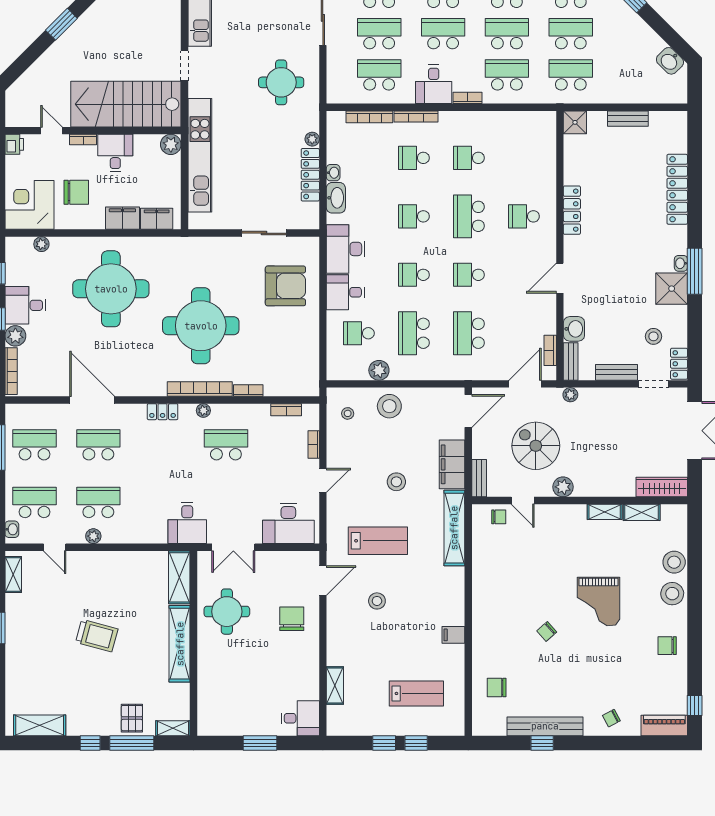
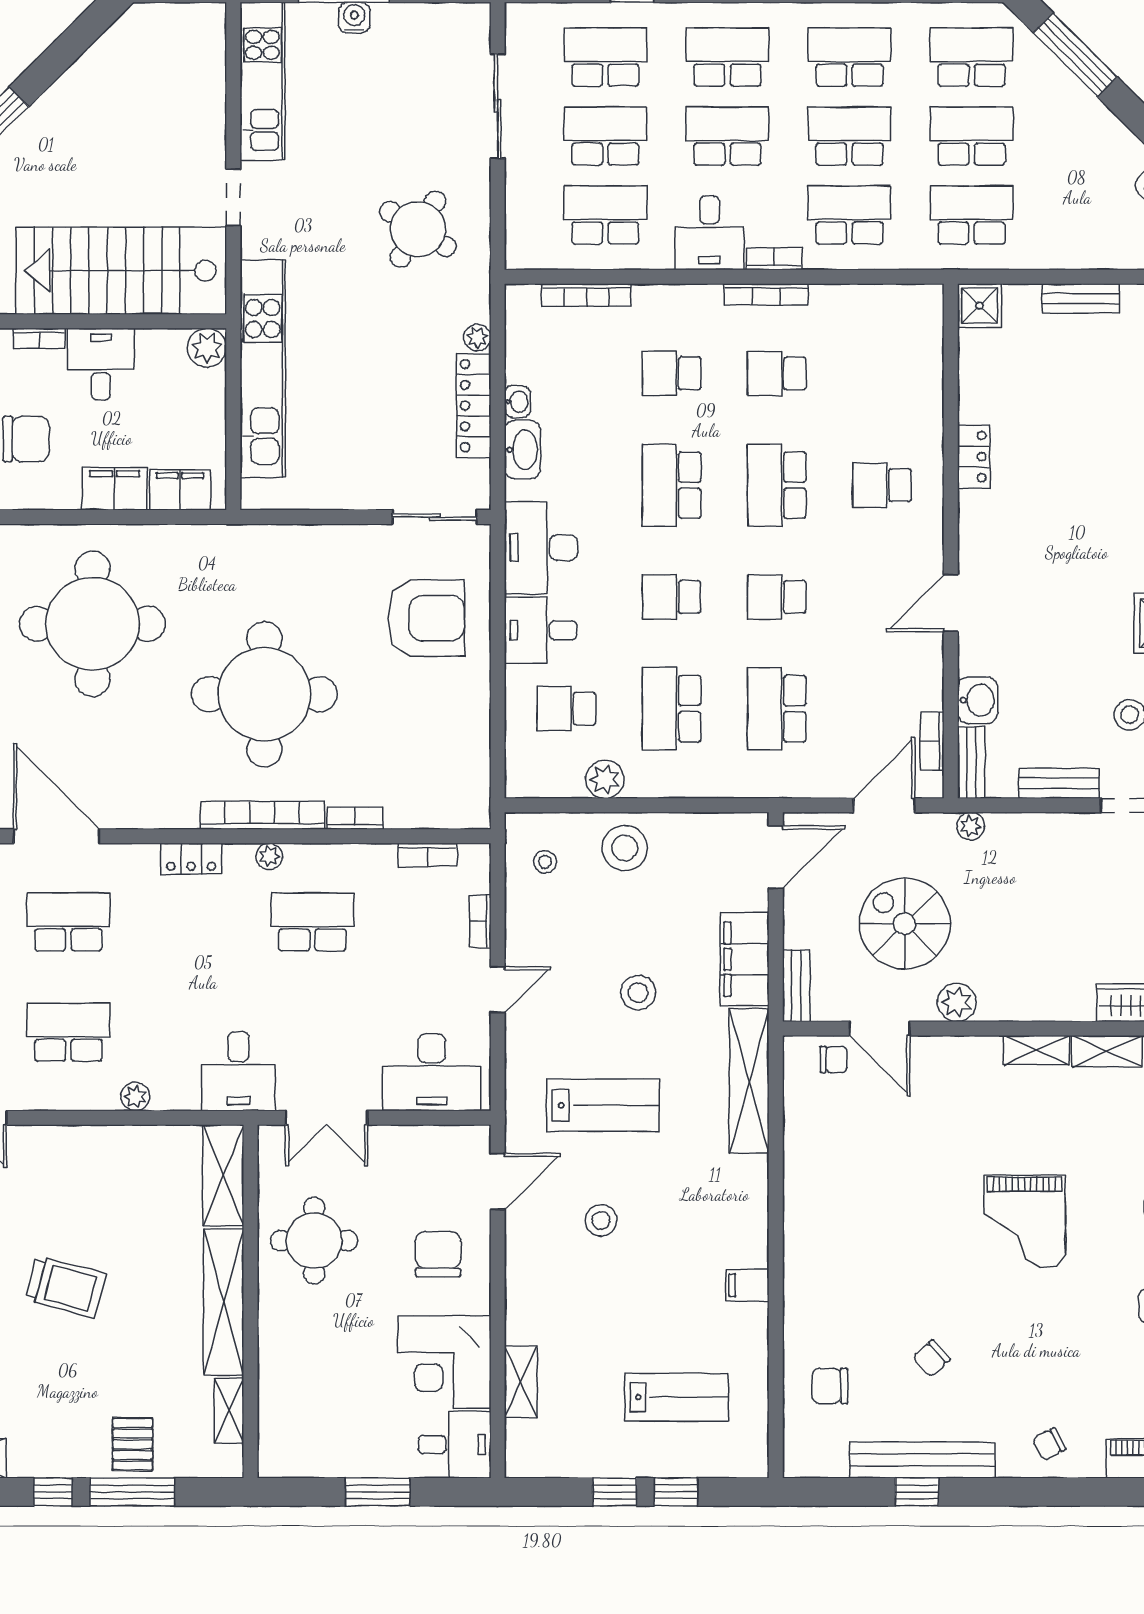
round table: (281, 82) -> (418, 229), turned 32
bookcase: (416, 117) -> (766, 294), moved
locker: (572, 210) -> (974, 457), width x0.66
school desk: (414, 216) -> (672, 485), width x1.85
sliding door: (264, 233) -> (435, 517), moved
door: (523, 501) -> (880, 1028), width x1.38
plant: (93, 536) -> (135, 1096), moved
chair: (547, 631) -> (931, 1358), moved
corner desk: (295, 675) -> (444, 1362), added
shelving: (173, 728) -> (229, 1411), moved, turned 90

